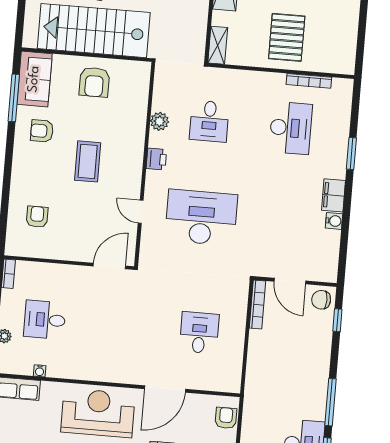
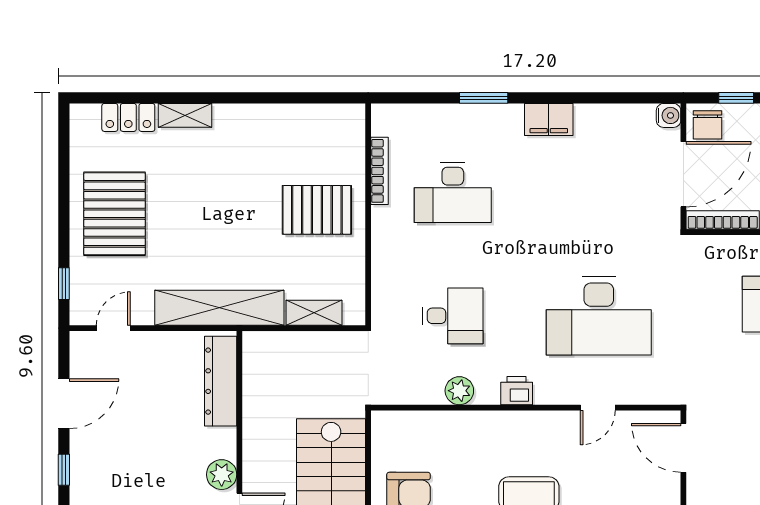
shelving: (218, 45) -> (314, 313), moved
desk: (291, 128) -> (453, 192), turned 180
desk: (201, 217) -> (599, 316), turned -90
water cooler: (334, 221) -> (669, 115), moved, turned 90
door: (290, 281) -> (683, 174), width x1.36

